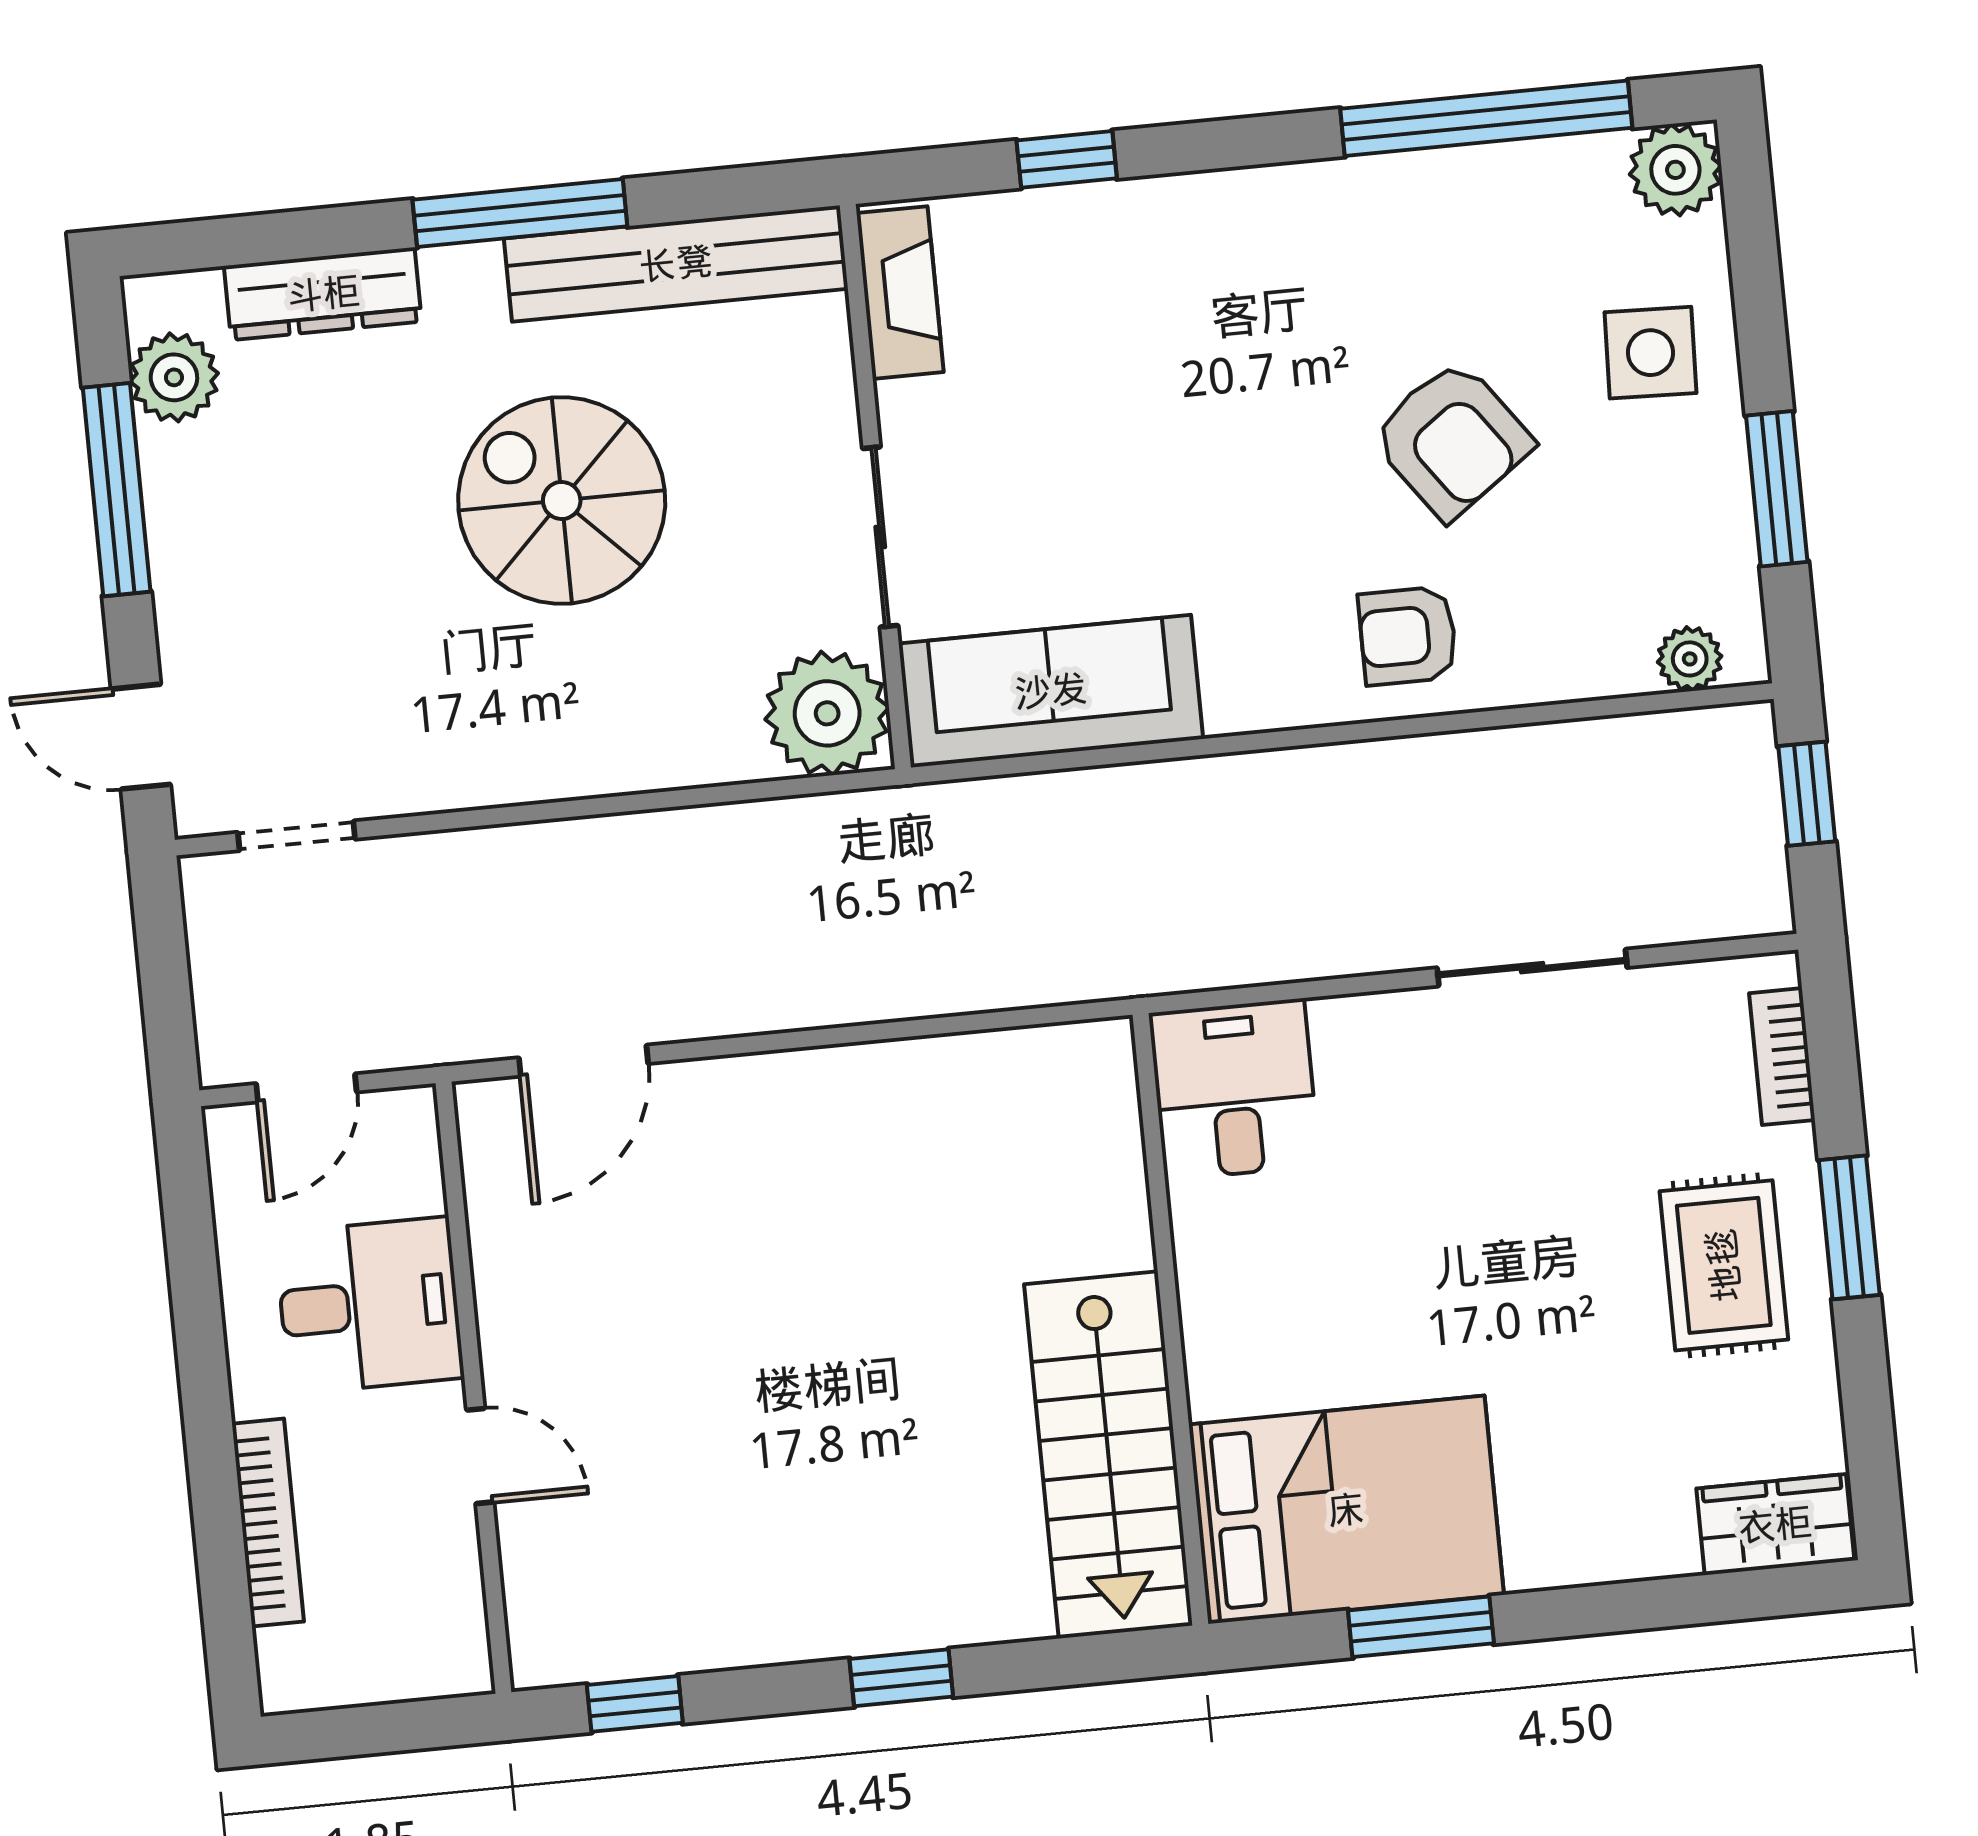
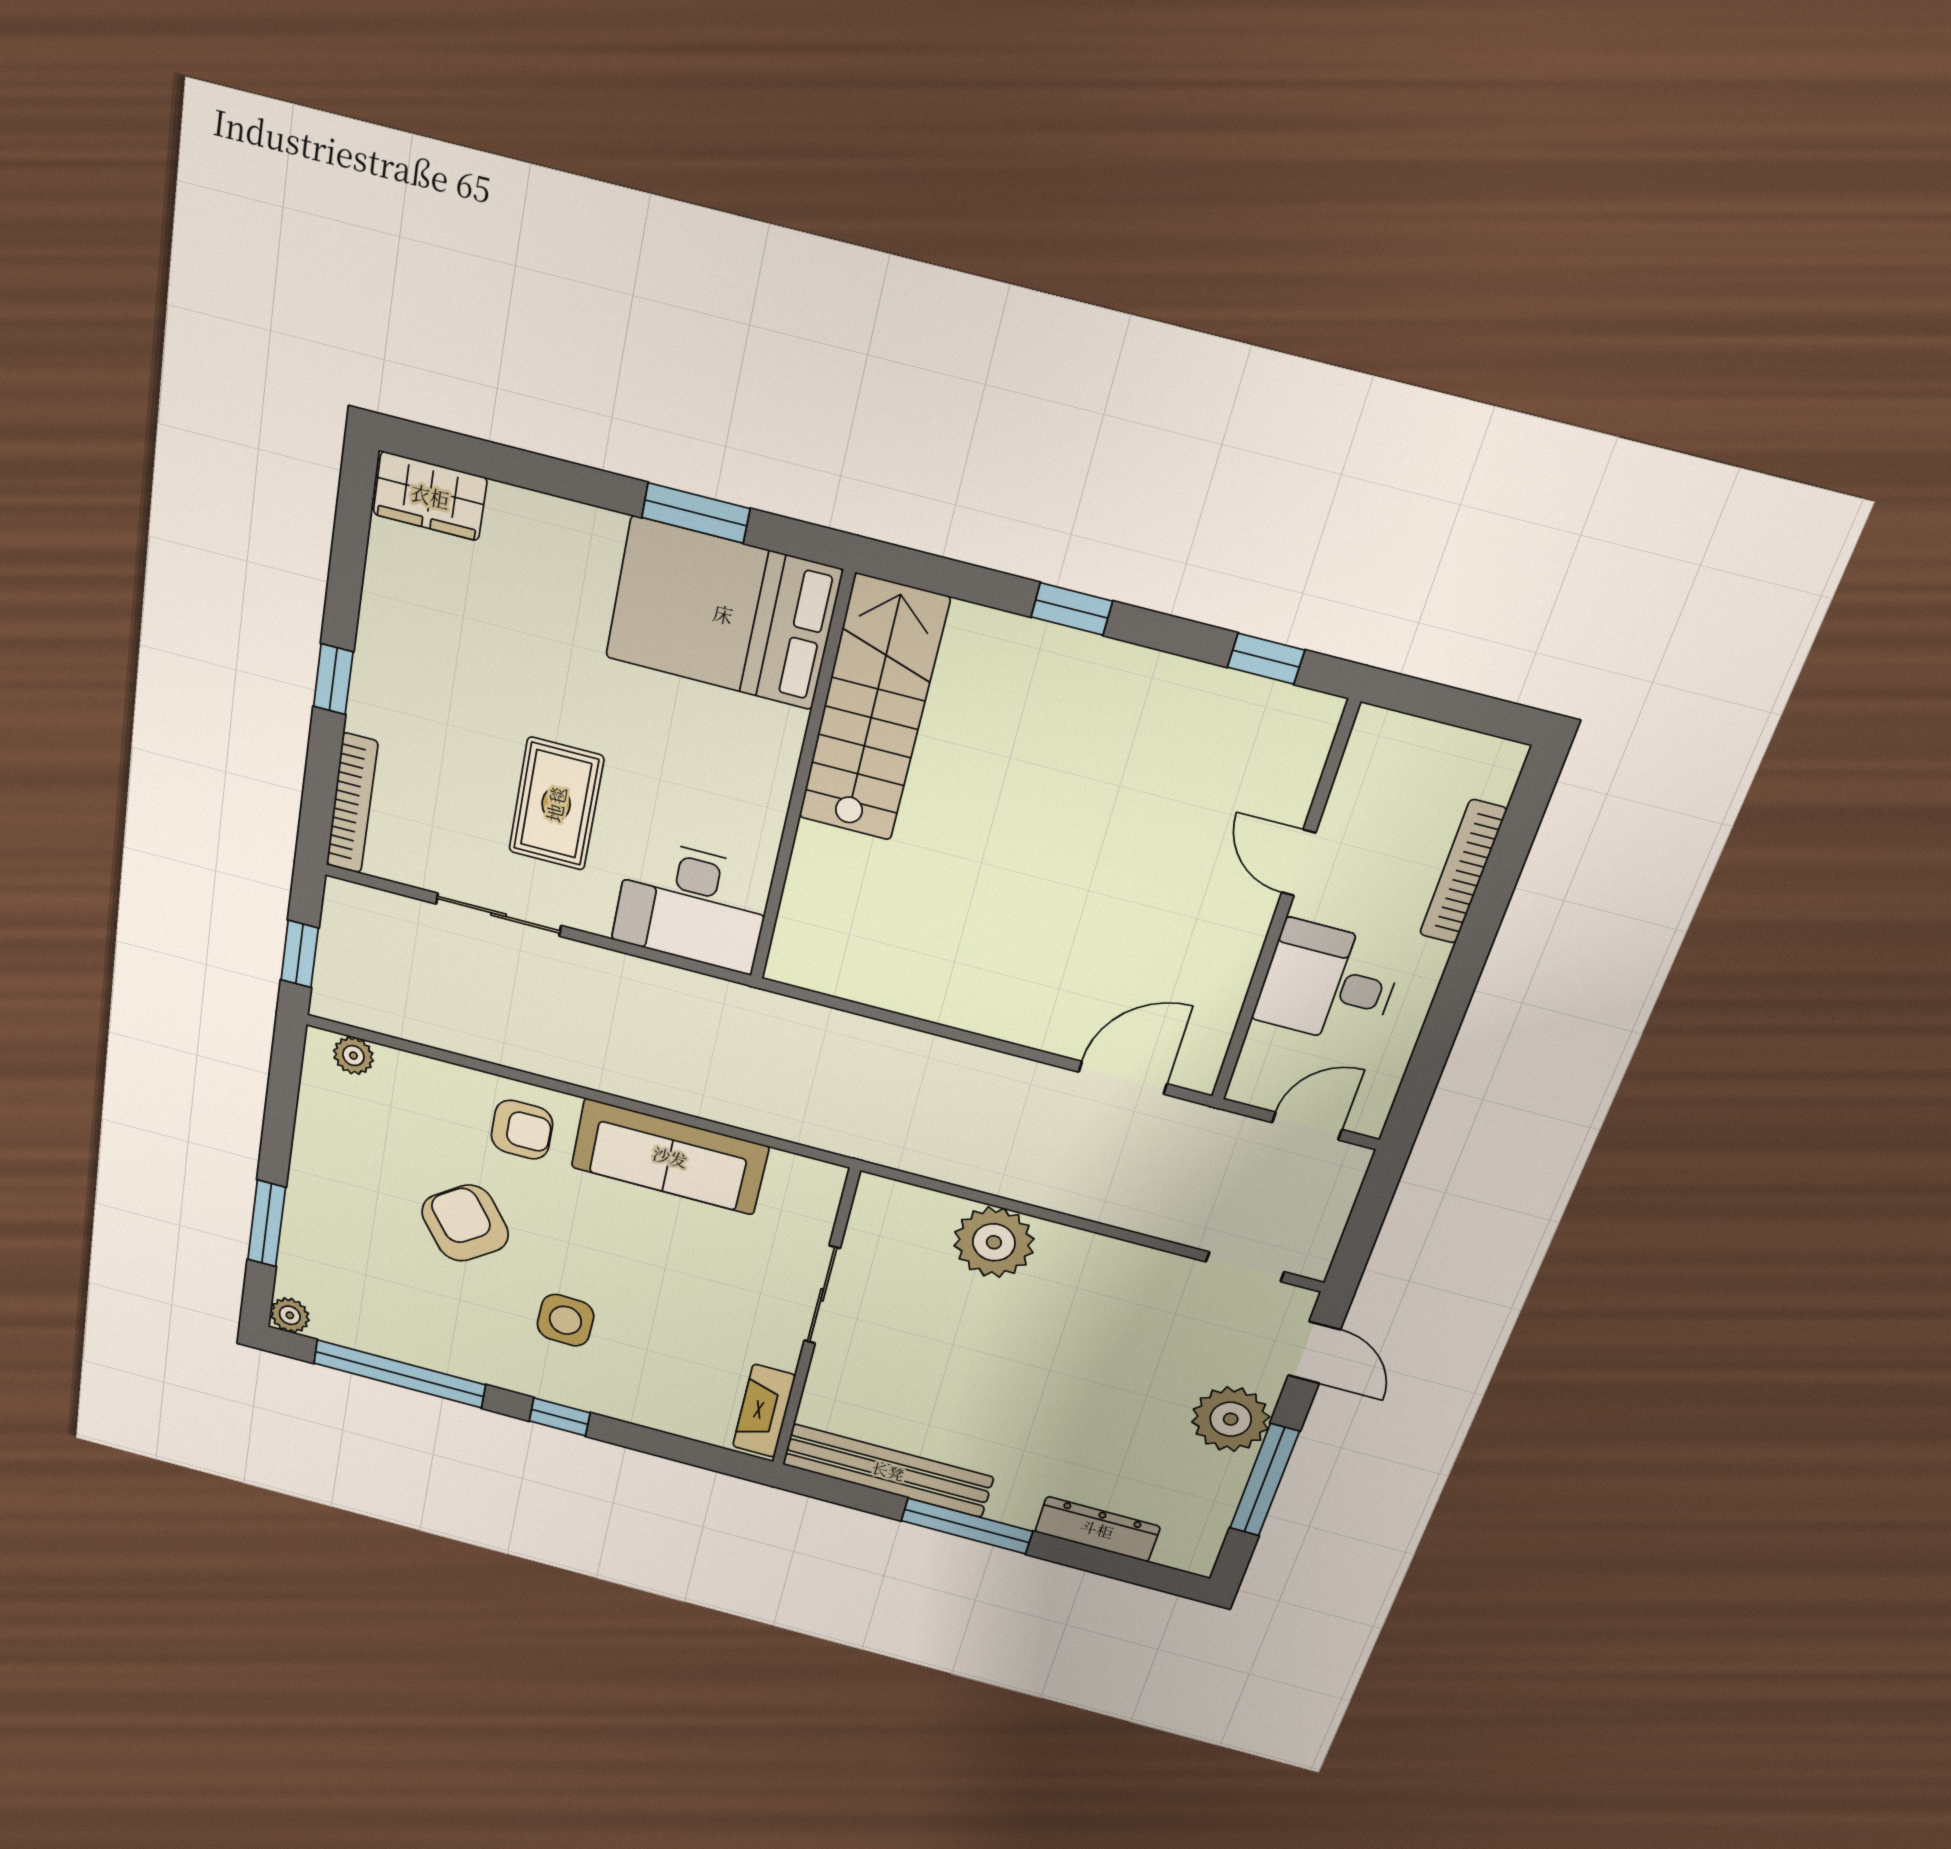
window: (1067, 159) -> (560, 1417), moved
plant: (1675, 170) -> (290, 1315), width x0.73, depth x0.73
side table: (1650, 353) -> (565, 1320), moved
plant: (174, 377) -> (1231, 1419), moved, width x1.36, depth x1.36
window: (1777, 489) -> (267, 1224), moved
spiral stairs: (562, 500) -> (1004, 1381), removed
sofa: (1051, 691) -> (670, 1157), moved
plant: (827, 713) -> (994, 1242), moved
bookcase: (1782, 1057) -> (352, 803), width x1.56
desk: (1234, 1089) -> (692, 906), width x1.37
window: (1849, 1227) -> (333, 679), width x0.67
rug: (1724, 1265) -> (556, 804), moved

